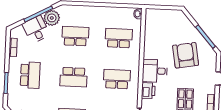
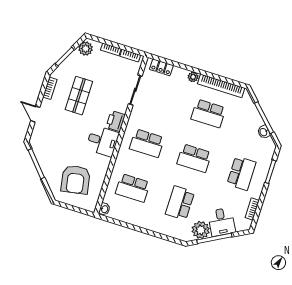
school desk: (75, 36) -> (180, 203), turned 90
armchair: (186, 55) -> (76, 180), moved
school desk: (30, 75) -> (241, 173), turned 180
school desk: (74, 77) -> (194, 158), turned 180

